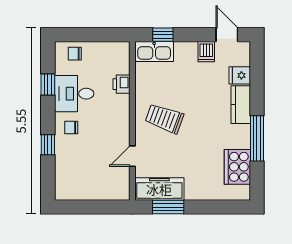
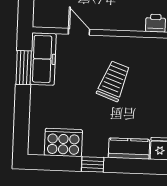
trolley: (164, 118) -> (114, 81), moved
window: (257, 138) -> (93, 164), width x0.46

